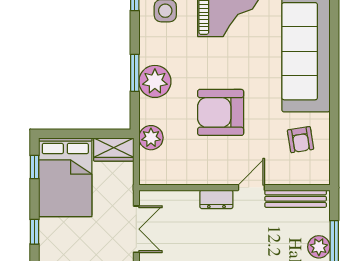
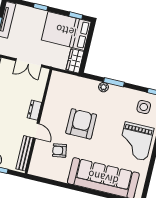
plant: (155, 81) -> (103, 87), width x0.53, depth x0.53
plant: (151, 138) -> (77, 83), removed
armchair: (301, 140) -> (60, 150), moved

